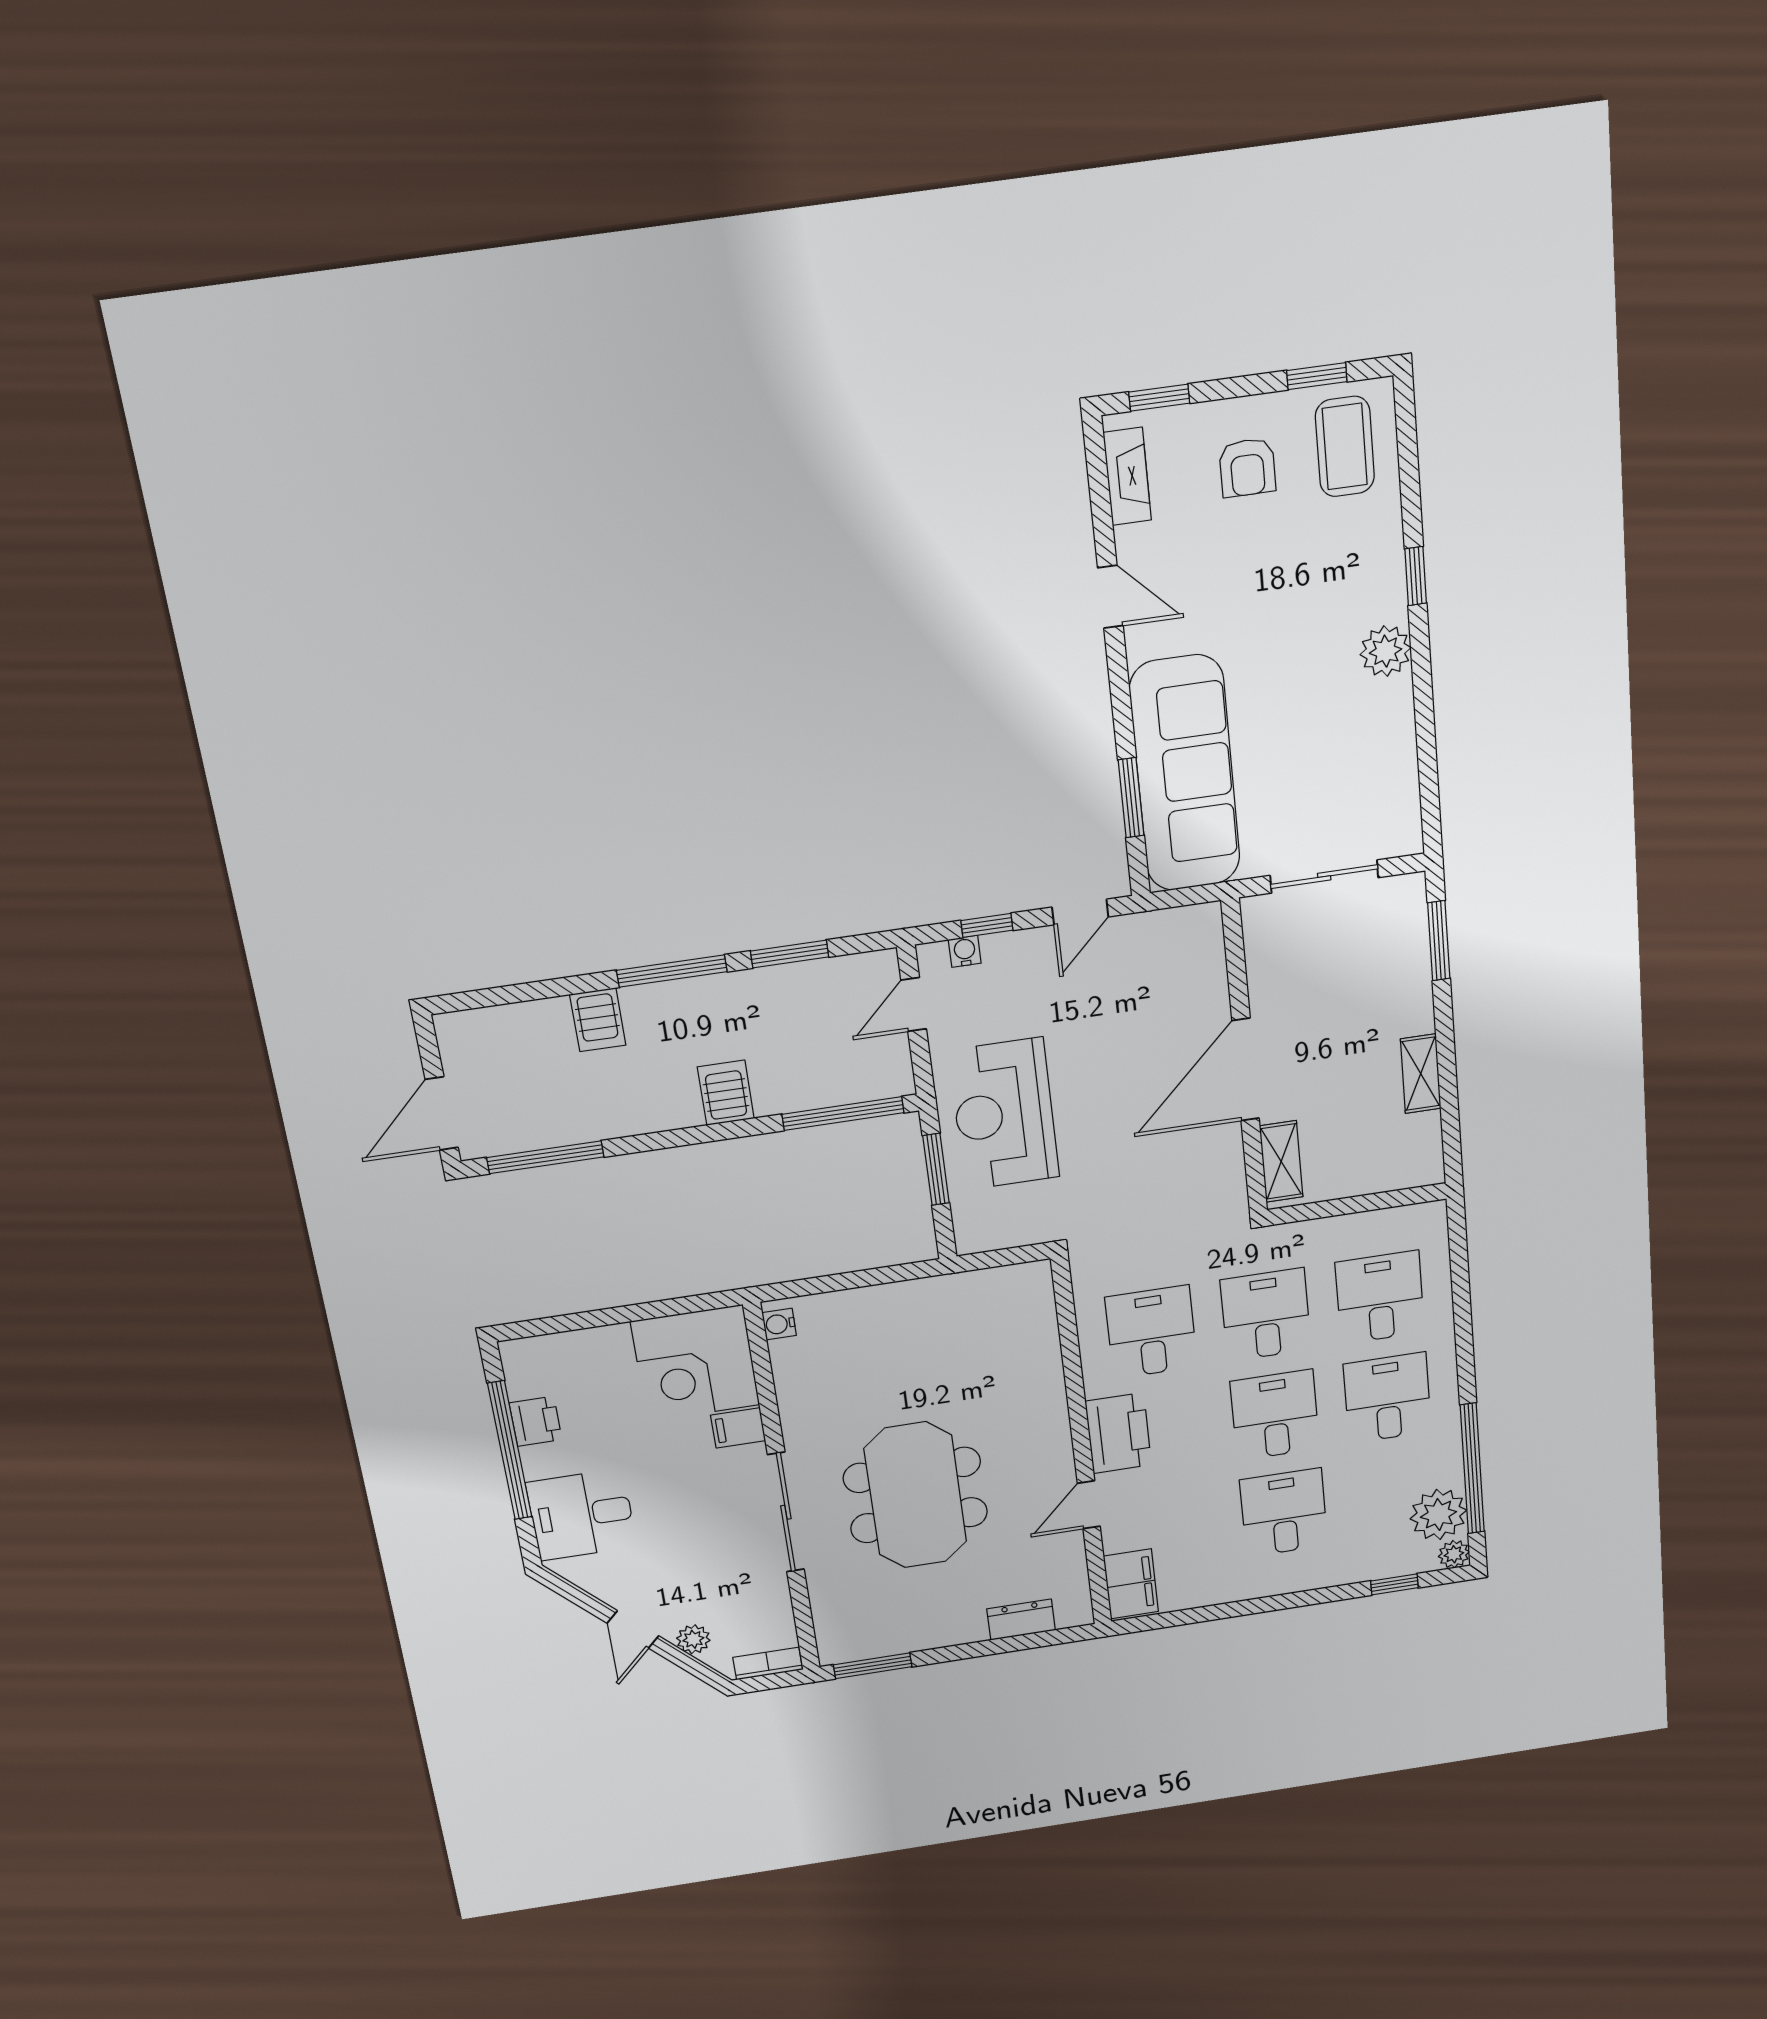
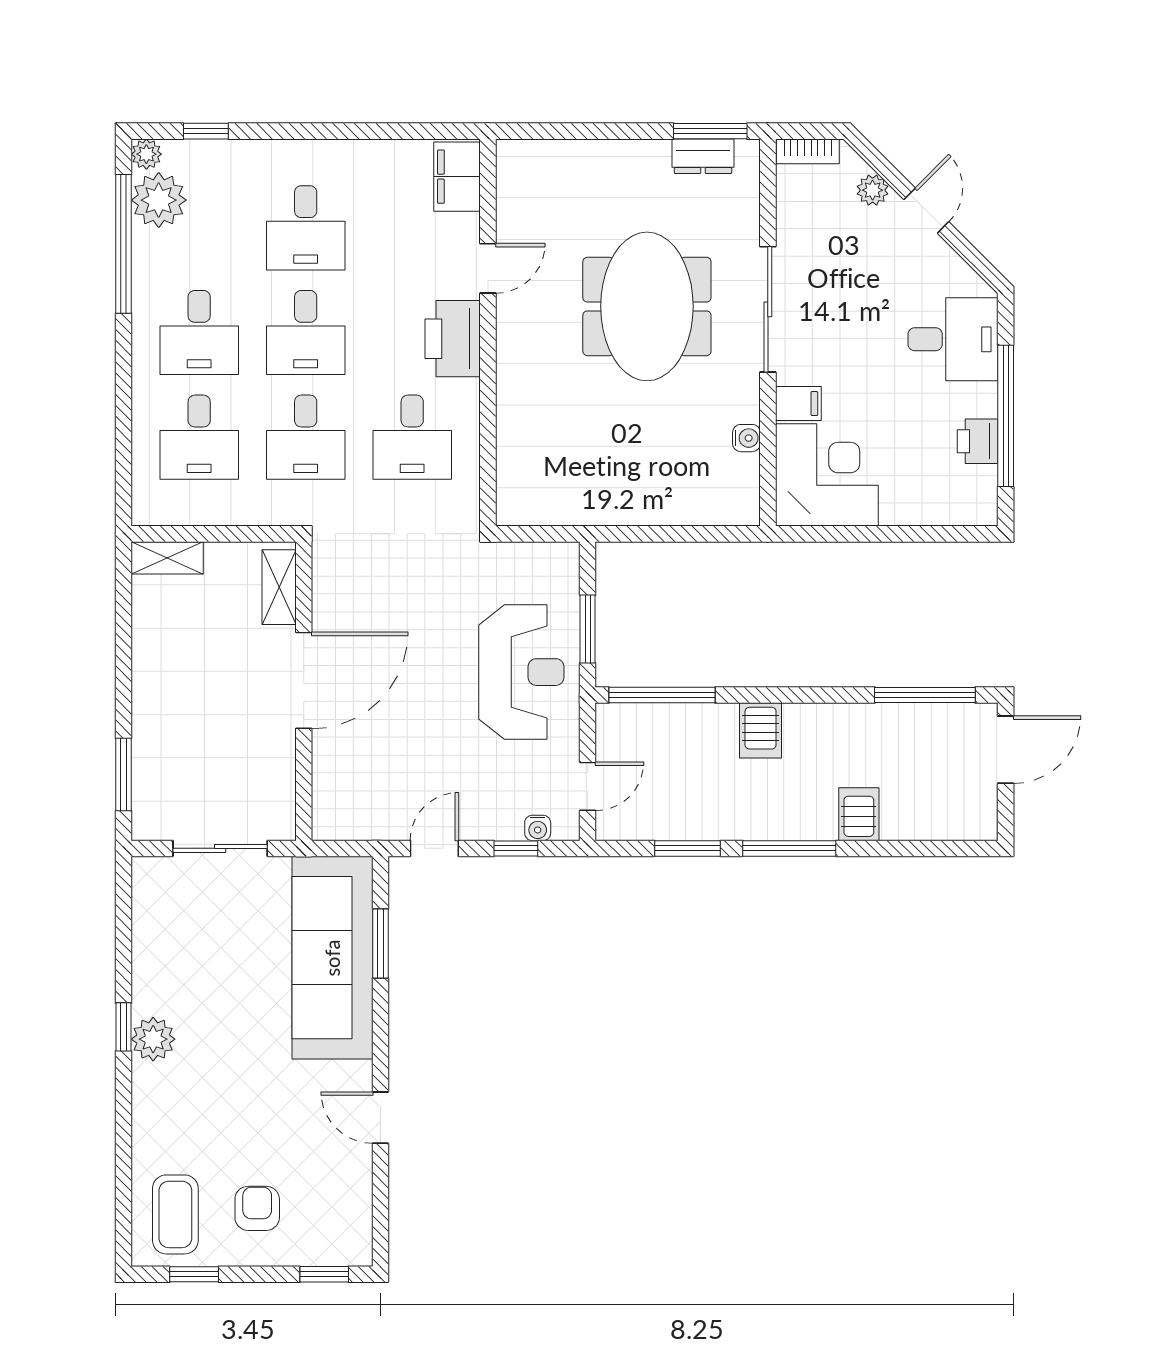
fireplace: (1127, 476) -> (356, 1215), removed
window: (1416, 576) -> (123, 1027), moved
shelving: (1421, 1074) -> (167, 558), moved, turned 90
water cooler: (779, 1324) -> (746, 438), moved
dresser: (1021, 1620) -> (703, 156), moved

